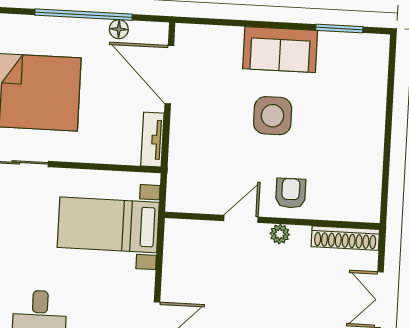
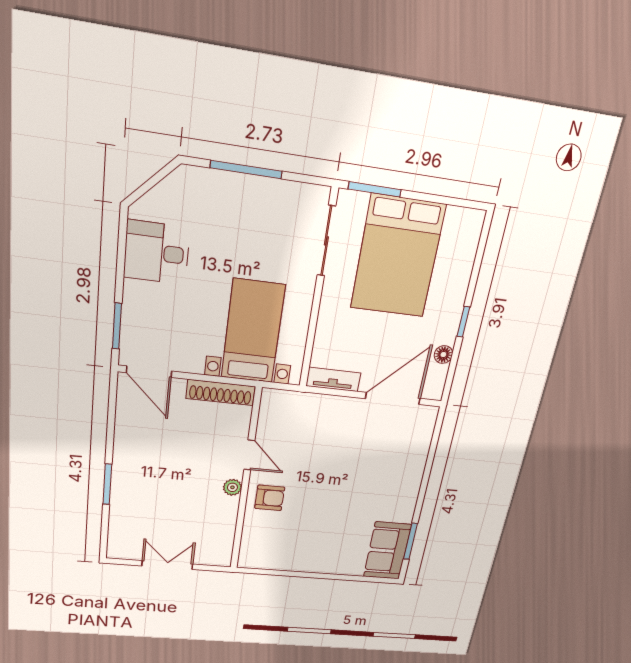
window: (84, 15) -> (463, 322), width x0.32
sofa: (280, 50) -> (387, 551), moved
side table: (273, 116) -> (342, 486), removed
shoe rack: (345, 238) -> (221, 392), moved, turned -90

